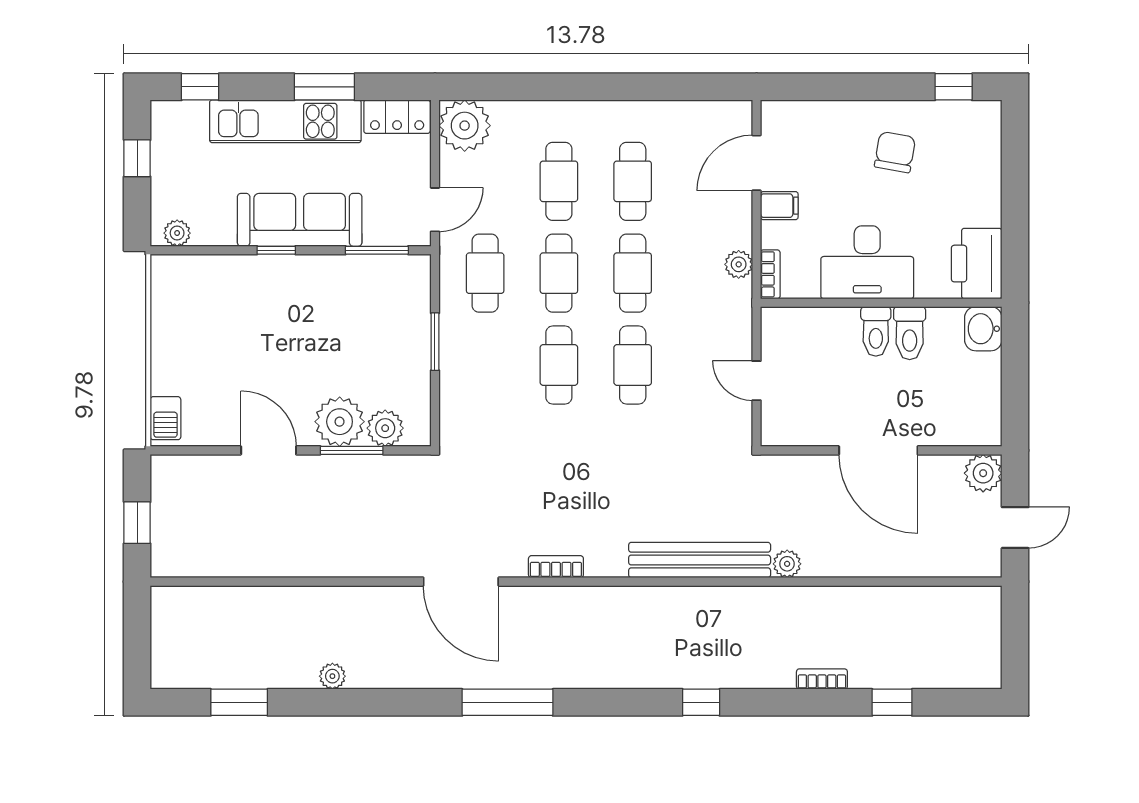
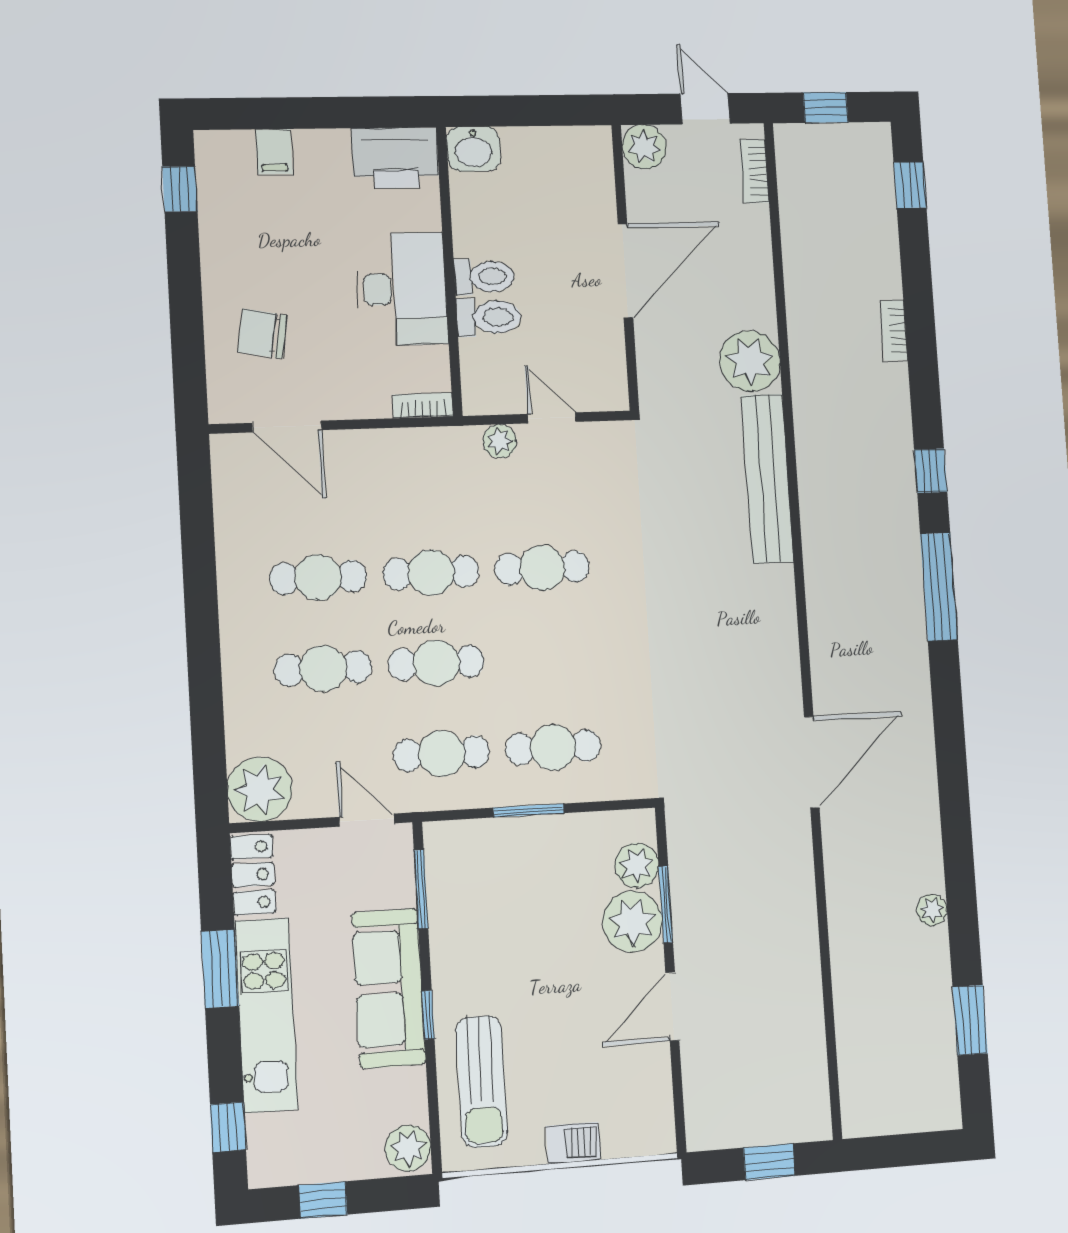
chair: (895, 152) -> (262, 334), moved
filing cabinet: (779, 206) -> (274, 152), moved, turned 180
plant: (177, 233) -> (408, 1148), width x1.38, depth x1.38
plant: (739, 264) -> (500, 441), moved
sun lounger: (220, 290) -> (482, 1081), added
toilet: (910, 333) -> (489, 317), moved
cafe table: (559, 365) -> (553, 747), moved
door: (757, 381) -> (552, 418), swing flipped
barbecue: (165, 418) -> (573, 1143), moved
plant: (787, 564) -> (750, 361), width x1.87, depth x1.87
bookcase: (556, 567) -> (754, 171), moved
window: (1015, 633) -> (826, 107), added
window: (507, 702) -> (939, 587), moved
window: (892, 702) -> (910, 185), moved

